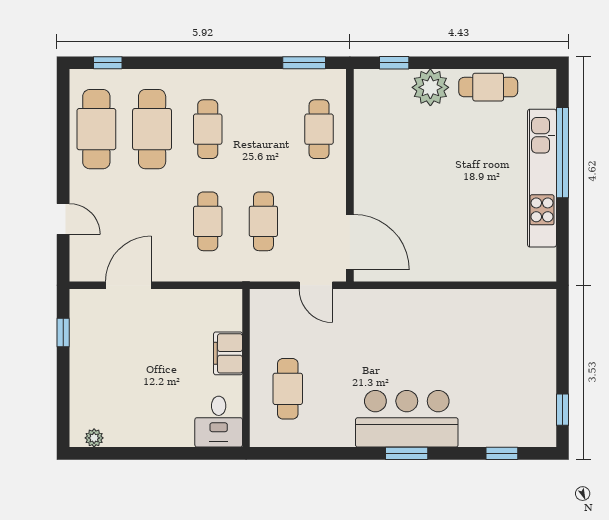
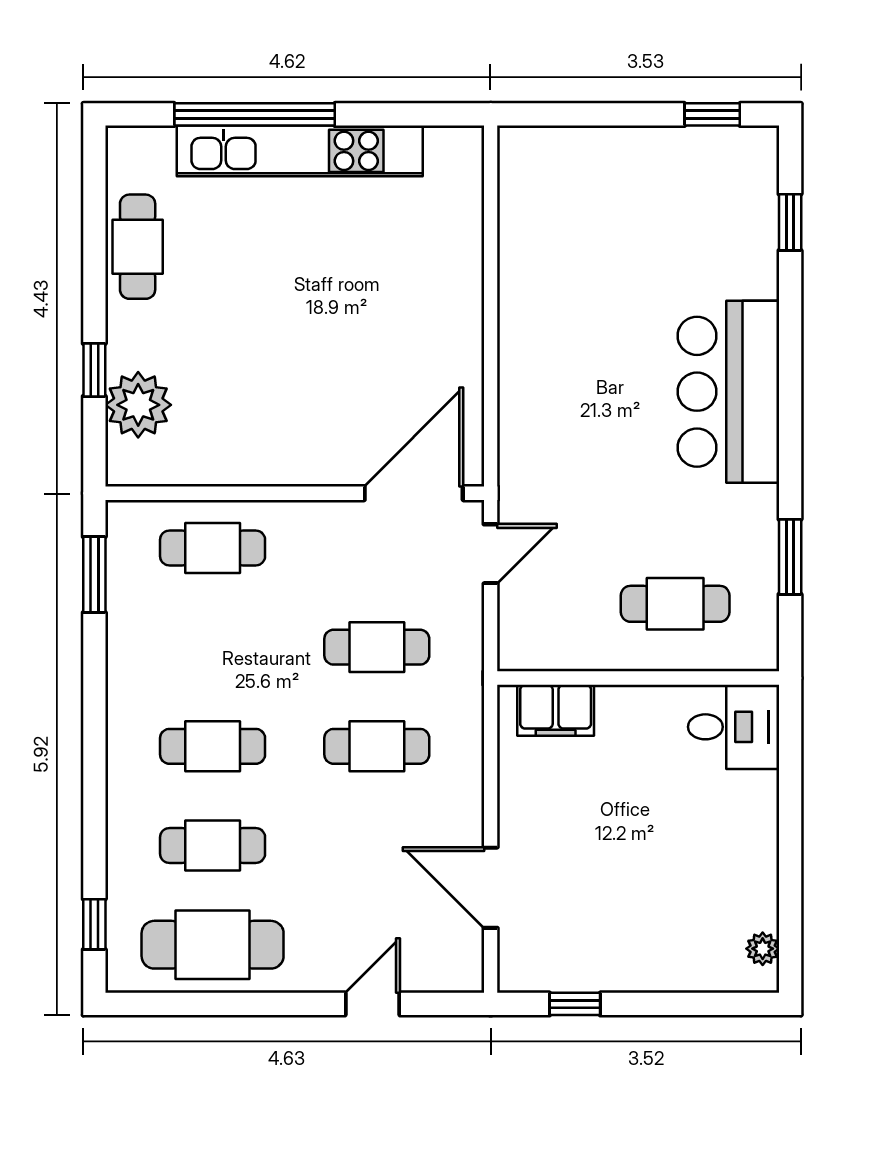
window: (394, 63) -> (94, 370), moved
plant: (430, 87) -> (138, 405), moved
cafe table: (152, 129) -> (213, 846), width x0.73, depth x0.74
filing cabinet: (228, 353) -> (556, 710), moved
window: (407, 453) -> (790, 557), moved

